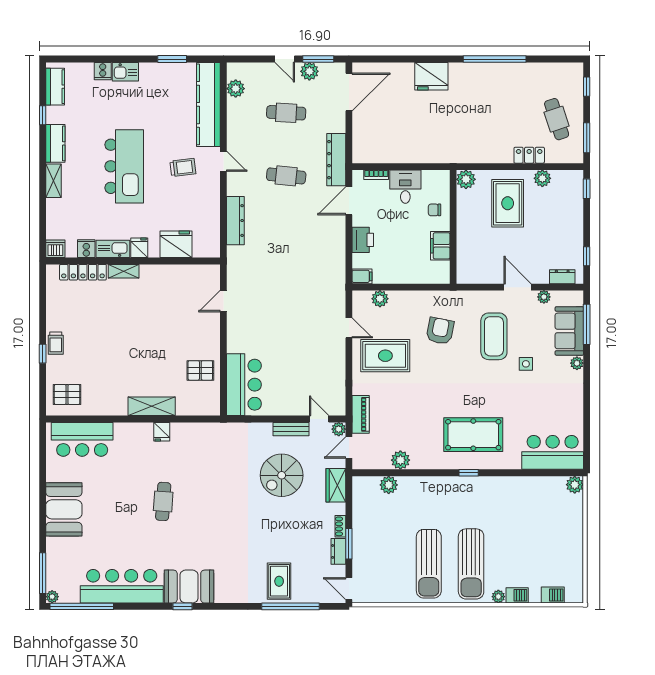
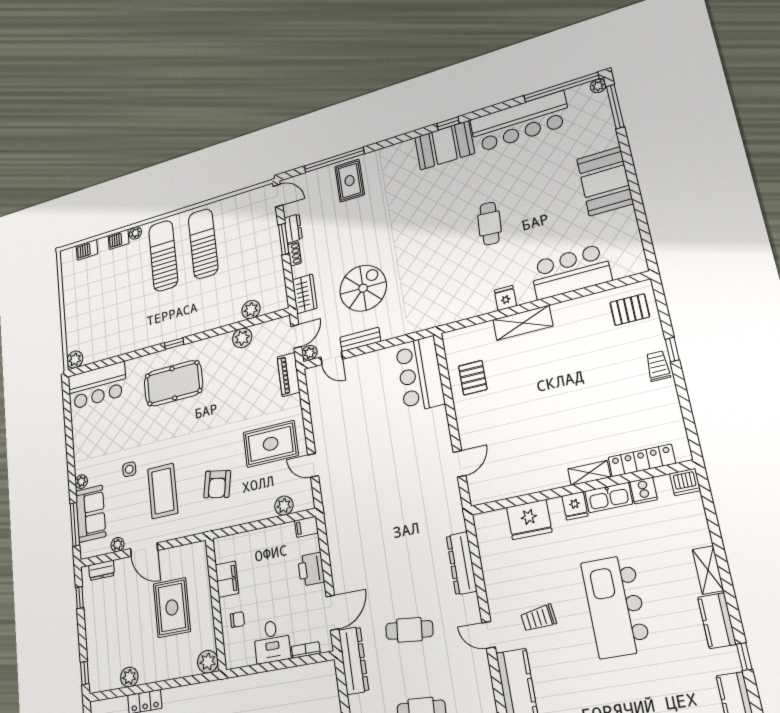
rug: (508, 203) -> (172, 607), moved
pallet: (200, 370) -> (473, 378), turned 90
bar counter: (82, 439) -> (571, 272), moved

